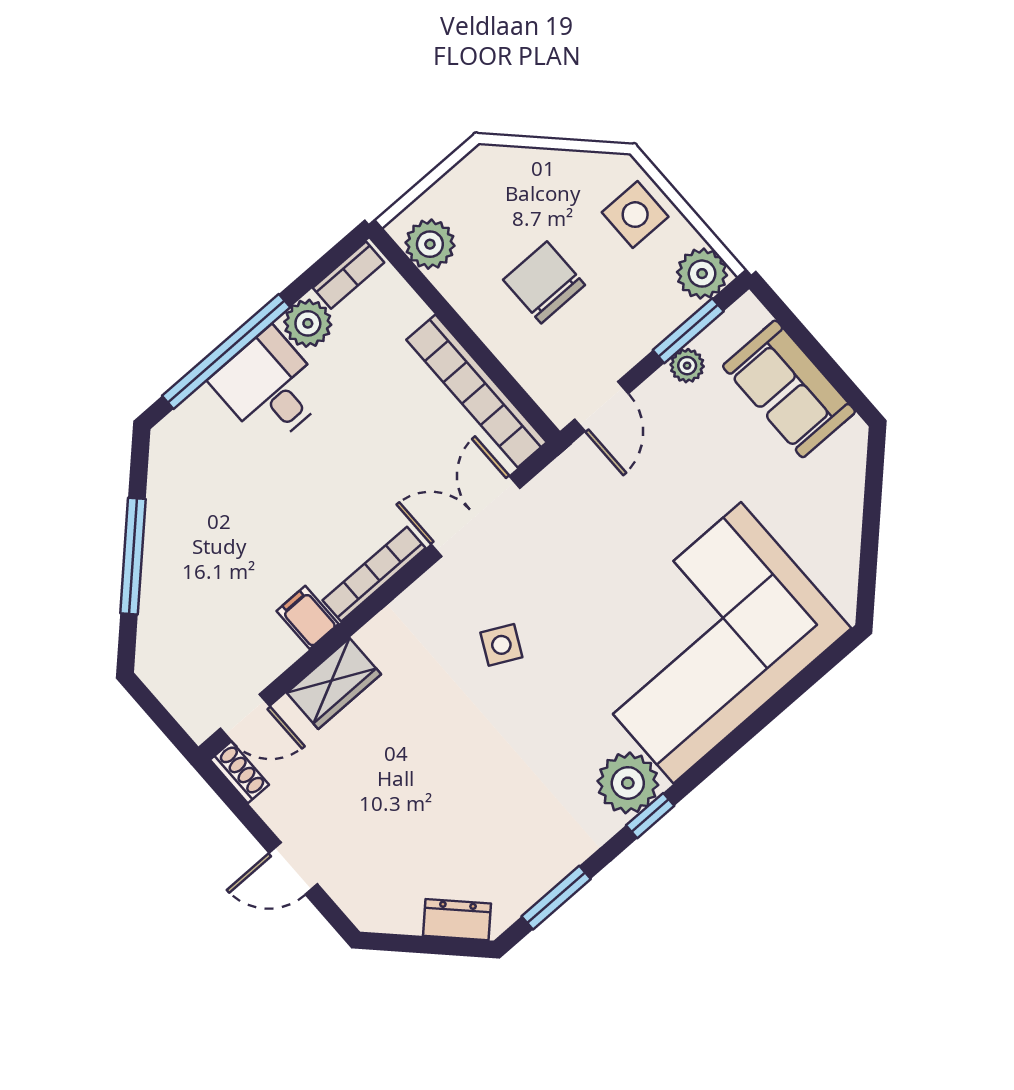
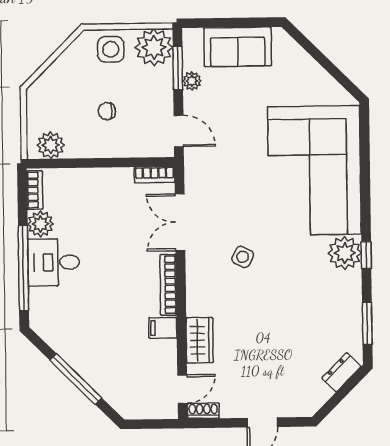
plant: (702, 274) -> (154, 47), width x1.36, depth x1.36
chair: (544, 282) -> (107, 111), width x0.54, depth x0.54
bookcase: (477, 391) -> (155, 175), width x0.43, depth x0.76

